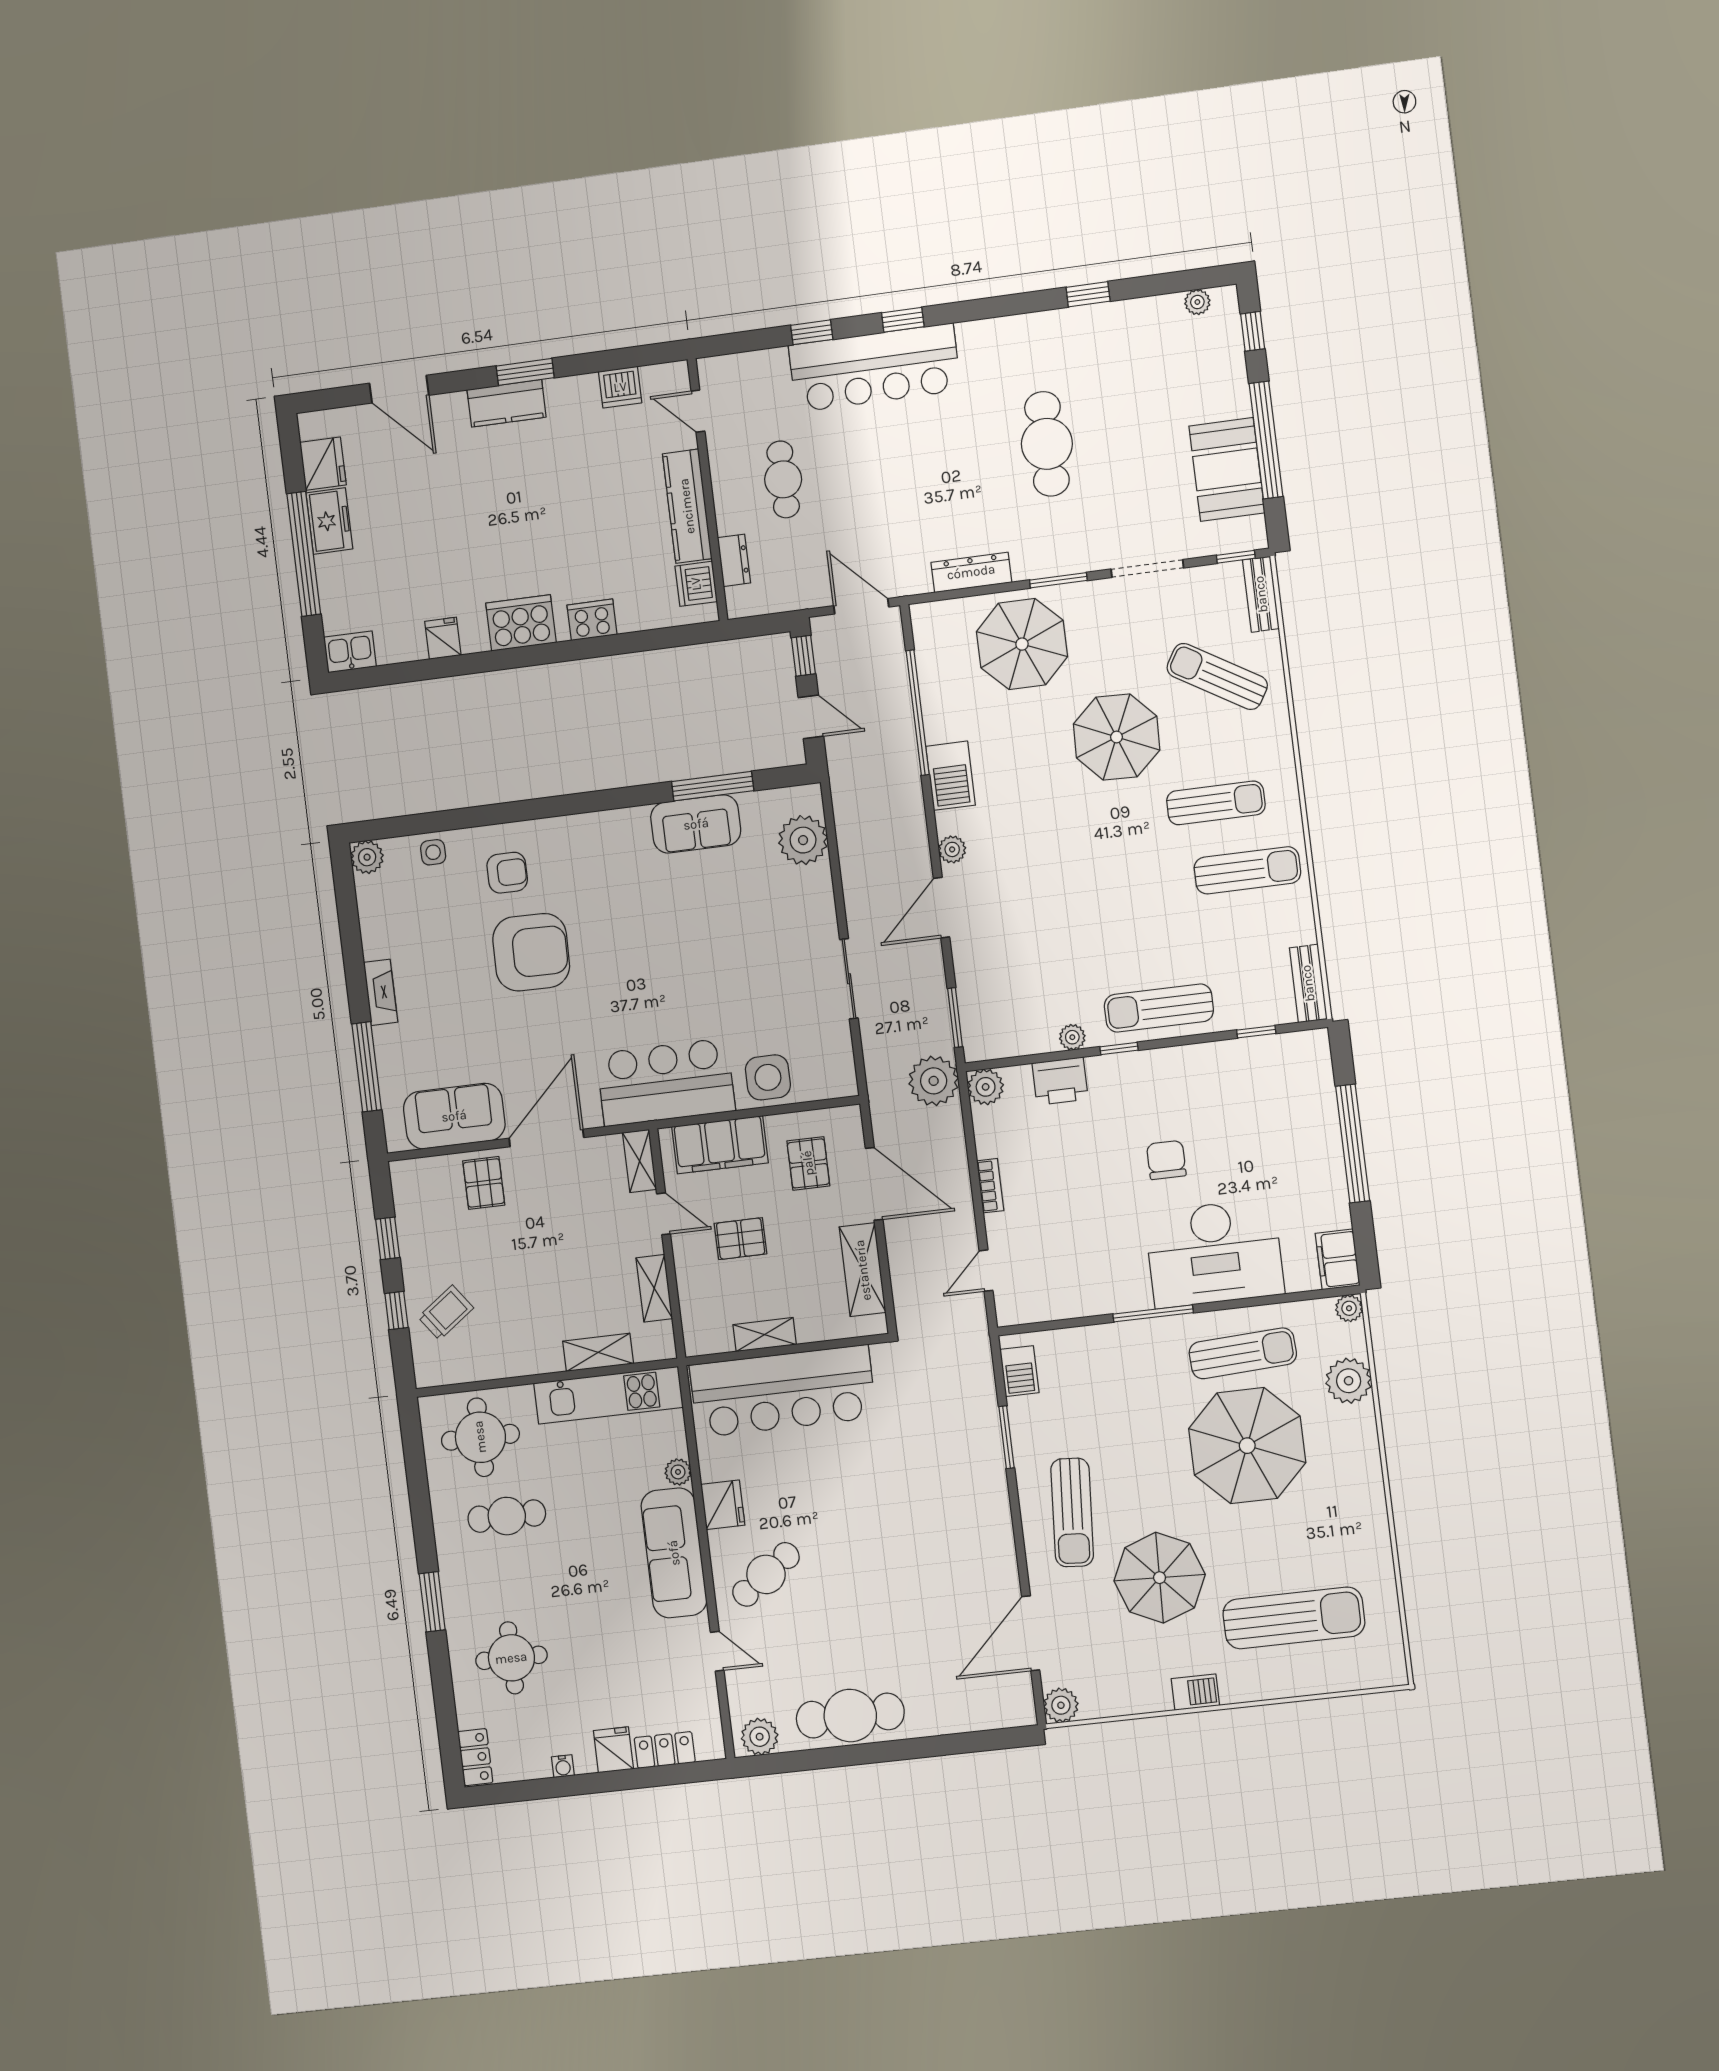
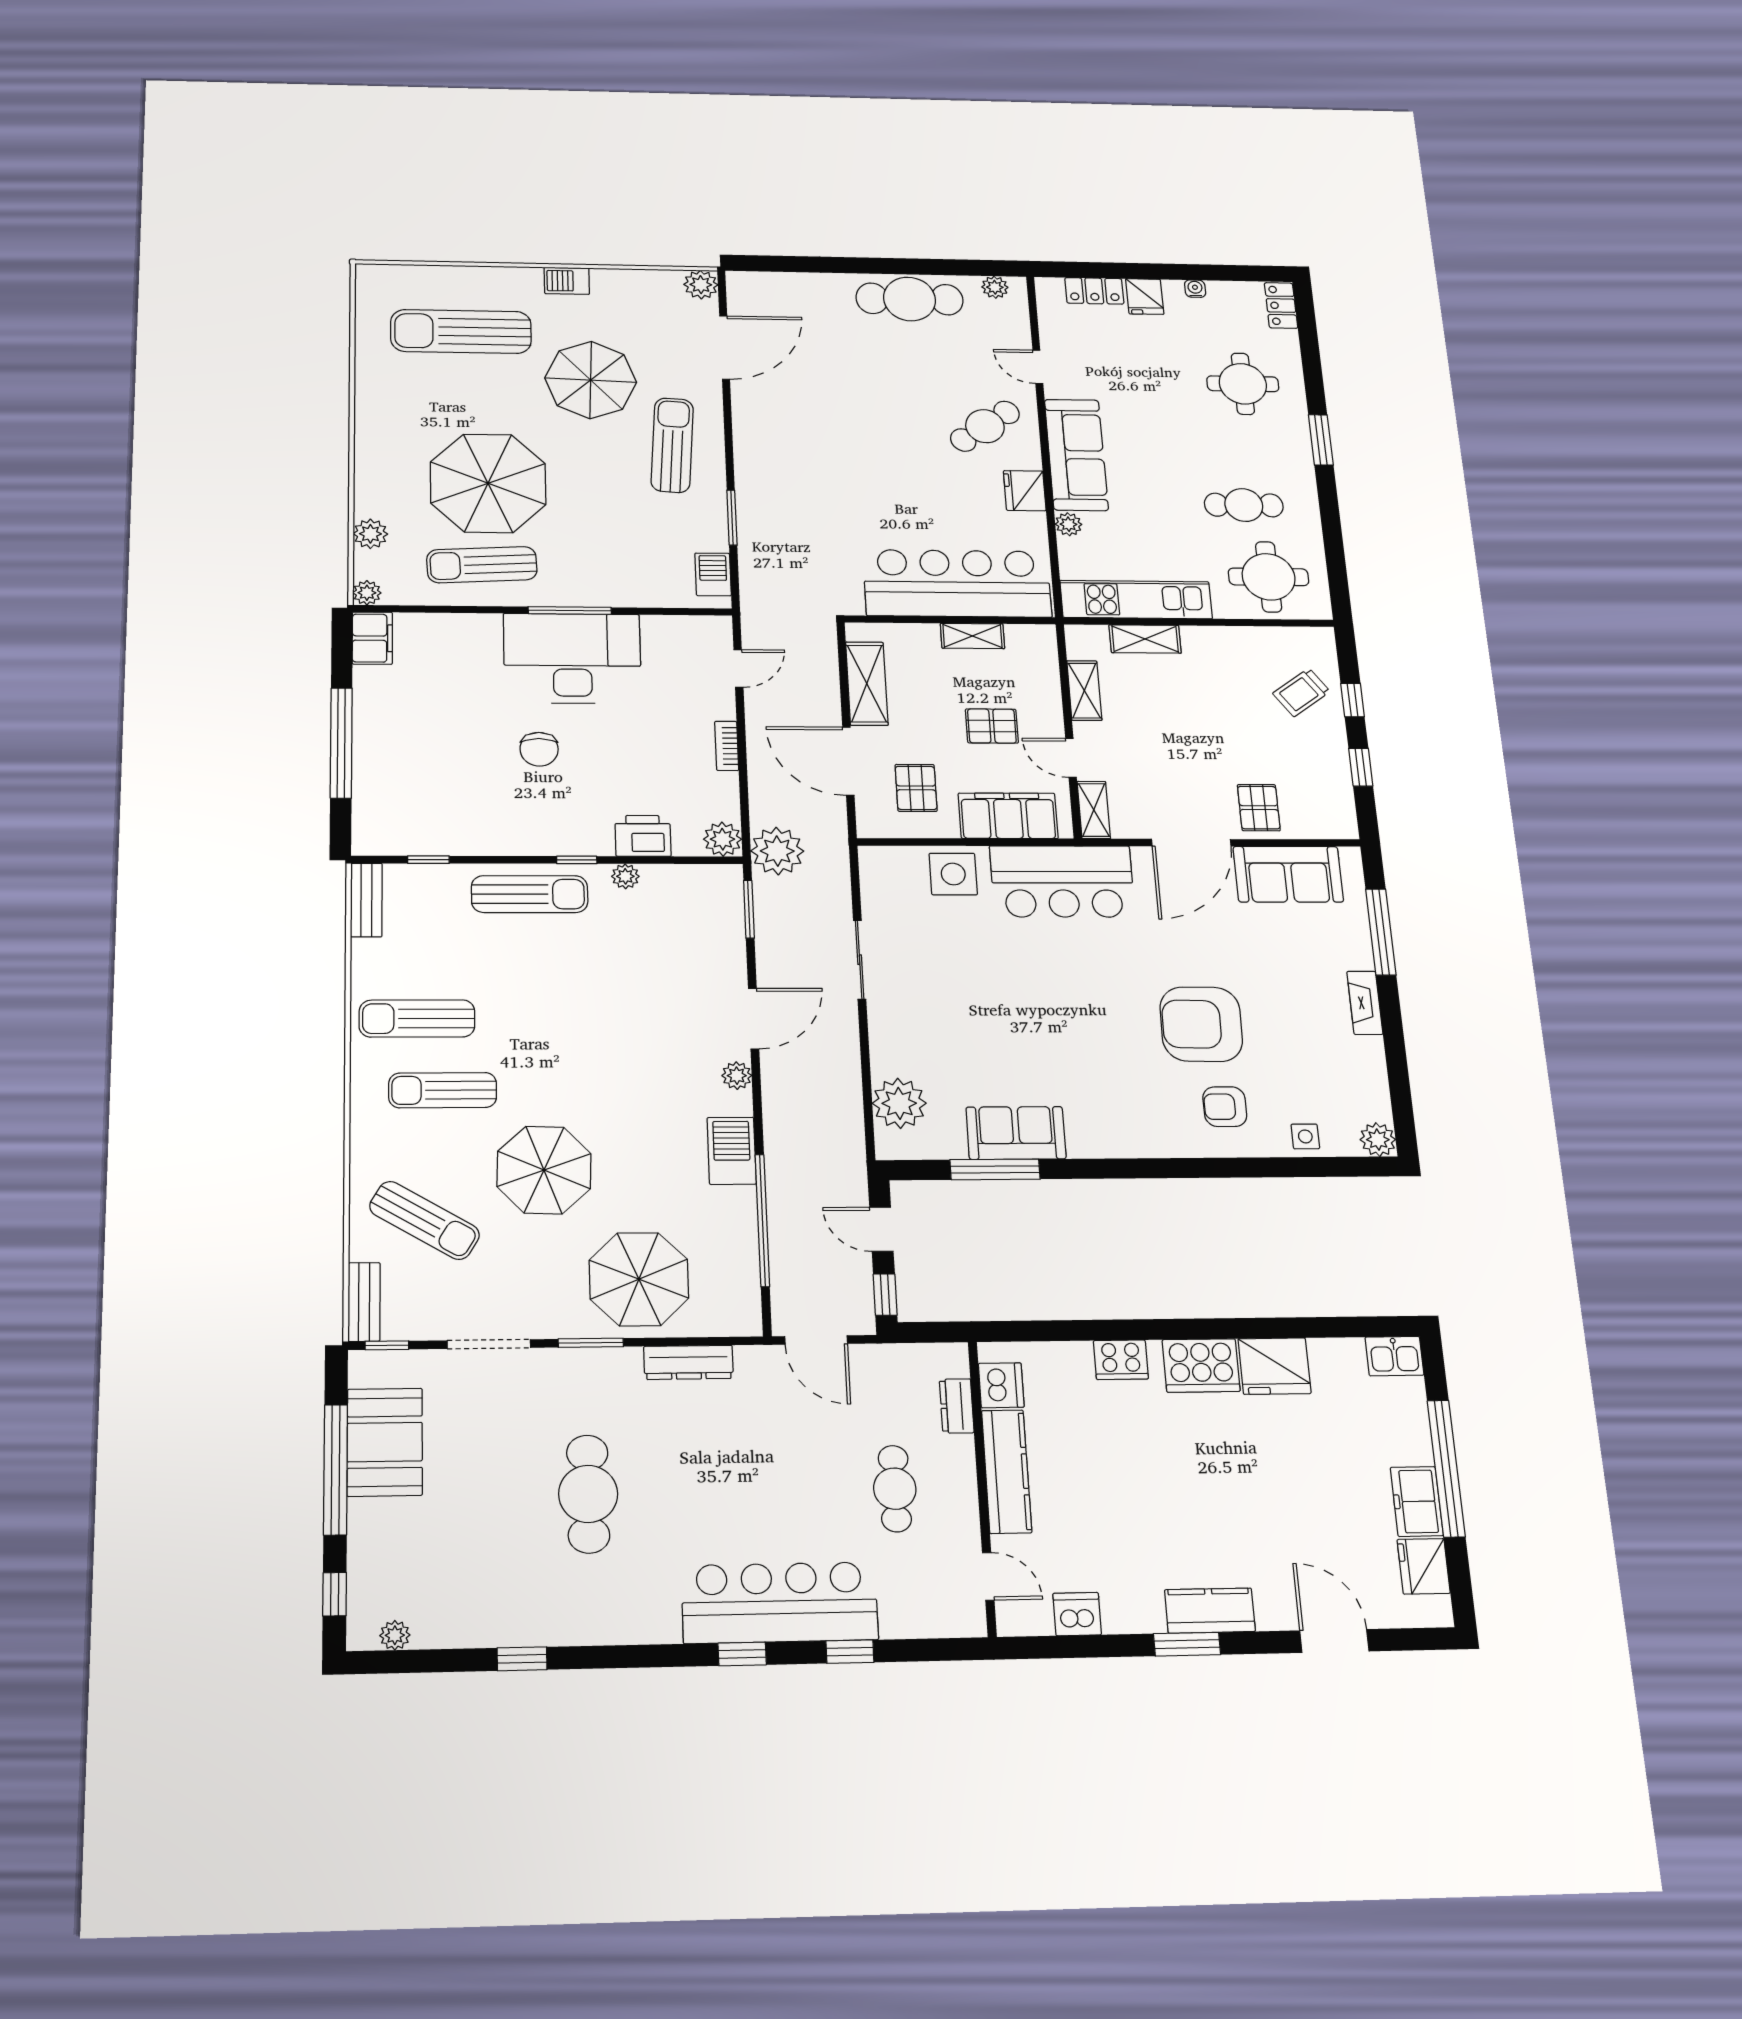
fridge: (443, 638) -> (1275, 1366), width x1.88, depth x1.34
desk: (1214, 1253) -> (572, 658), moved
plant: (1349, 1381) -> (370, 534), width x0.73, depth x0.73
plant: (760, 1737) -> (995, 287), width x0.73, depth x0.73

